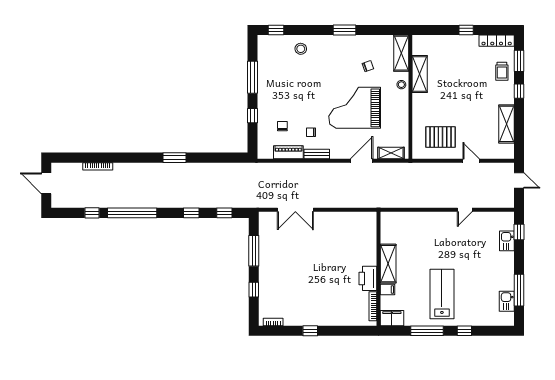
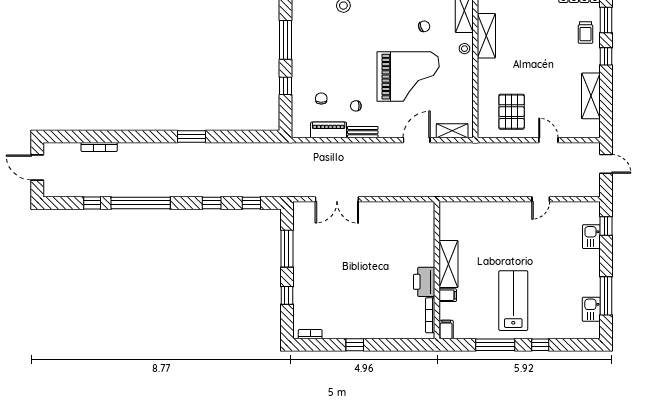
grand piano: (355, 108) -> (408, 77), turned 180
pallet: (440, 137) -> (512, 112), turned 90
filing cabinet: (392, 318) -> (446, 330), width x0.50

